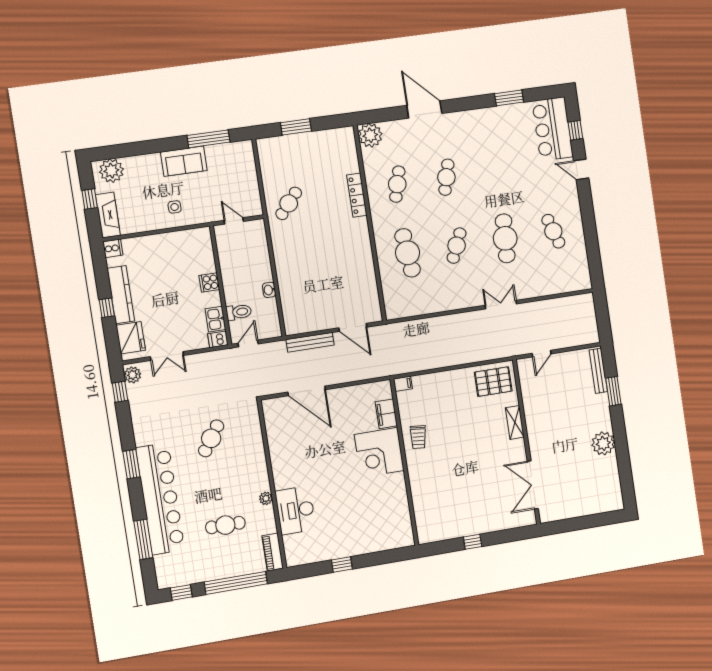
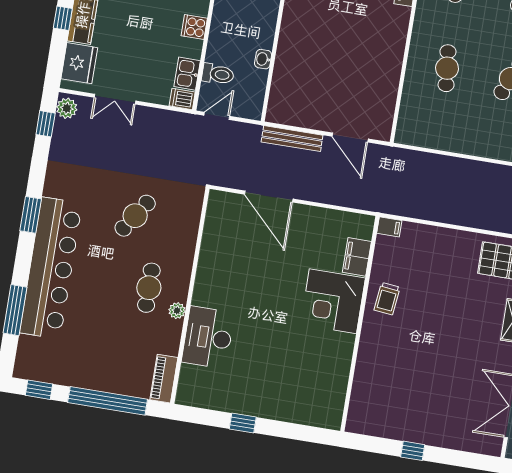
cafe table: (408, 253) -> (447, 68), width x0.73, depth x0.74
cafe table: (225, 525) -> (149, 288), moved, turned 90

